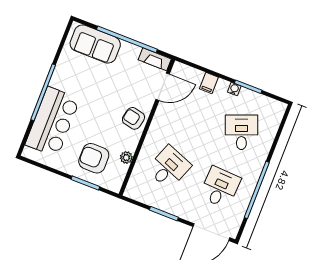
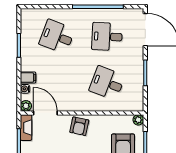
plant: (179, 68) -> (26, 106), added
water cooler: (234, 89) -> (25, 89), moved
desk: (241, 132) -> (57, 37), turned 42
plant: (126, 158) -> (138, 120), moved

